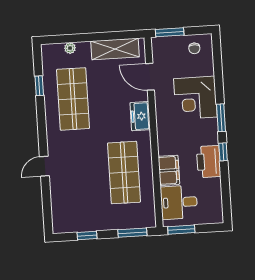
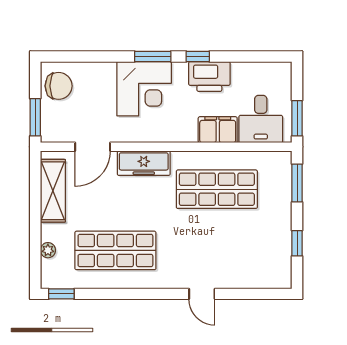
chair: (194, 48) -> (59, 86), width x1.87, depth x1.87
window: (39, 86) -> (61, 294), moved
corner desk: (195, 98) -> (144, 89), moved
freezer: (140, 116) -> (144, 163), width x1.40

